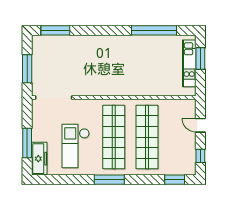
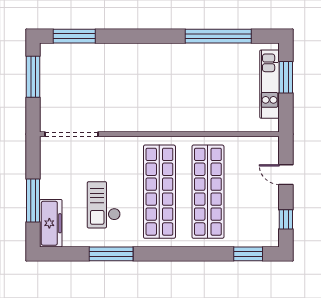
window: (27, 69) -> (33, 77), moved
checkout: (76, 146) -> (104, 205), width x0.73, depth x0.83
window: (109, 180) -> (111, 254), moved

